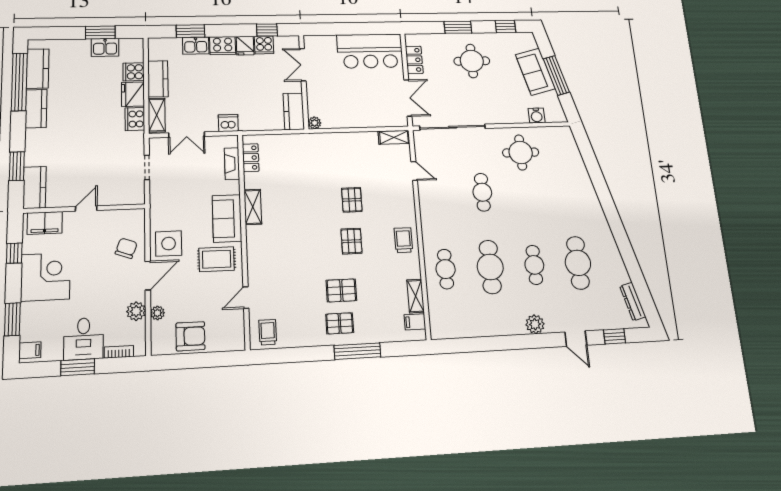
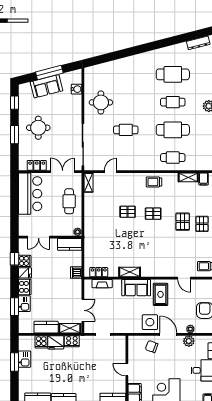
cafe table: (362, 109) -> (69, 201), added
dishwasher: (228, 123) -> (76, 273), moved

